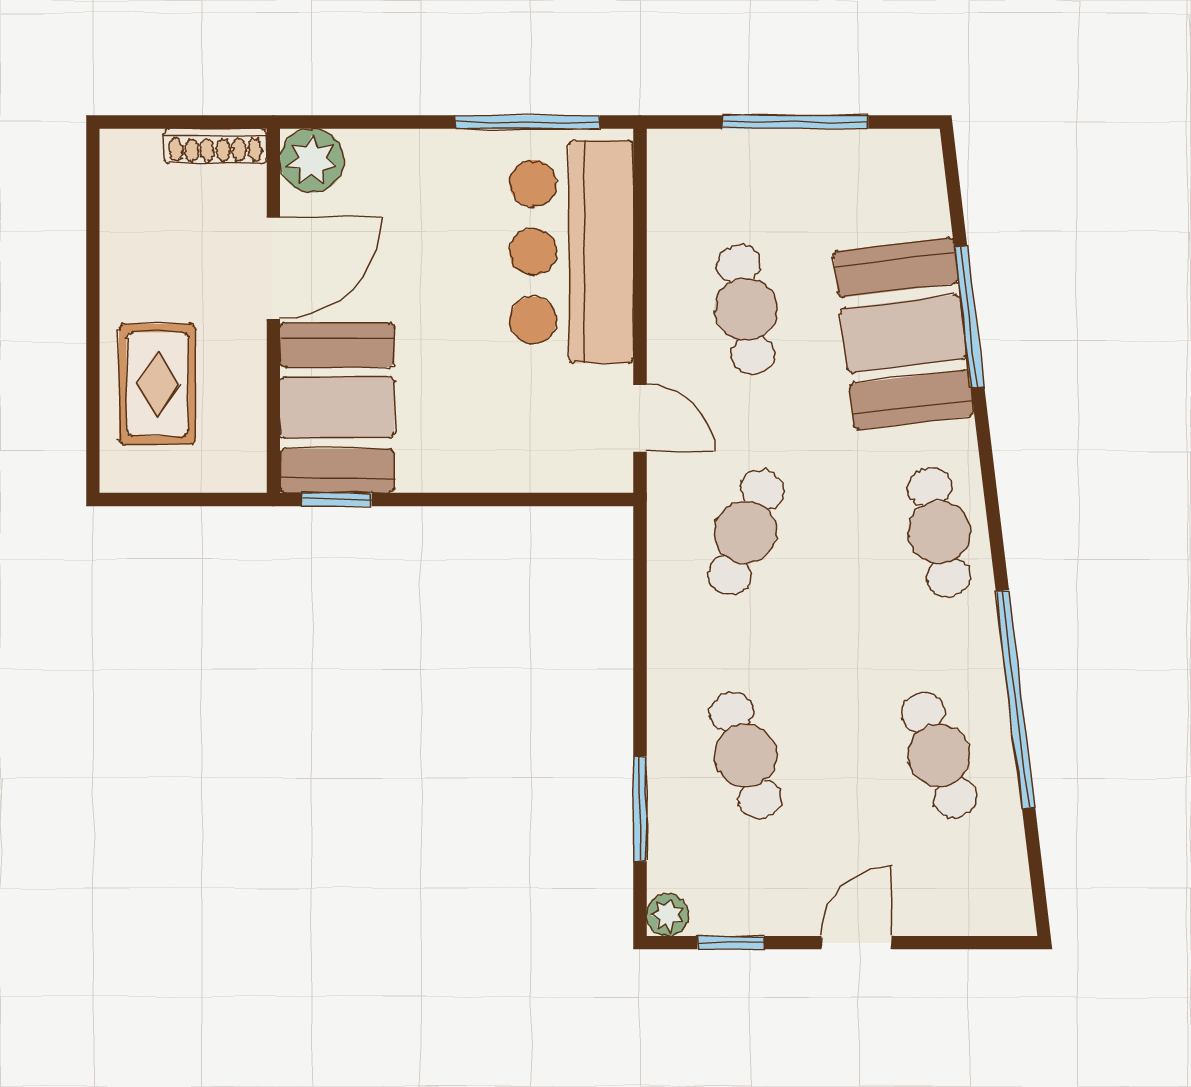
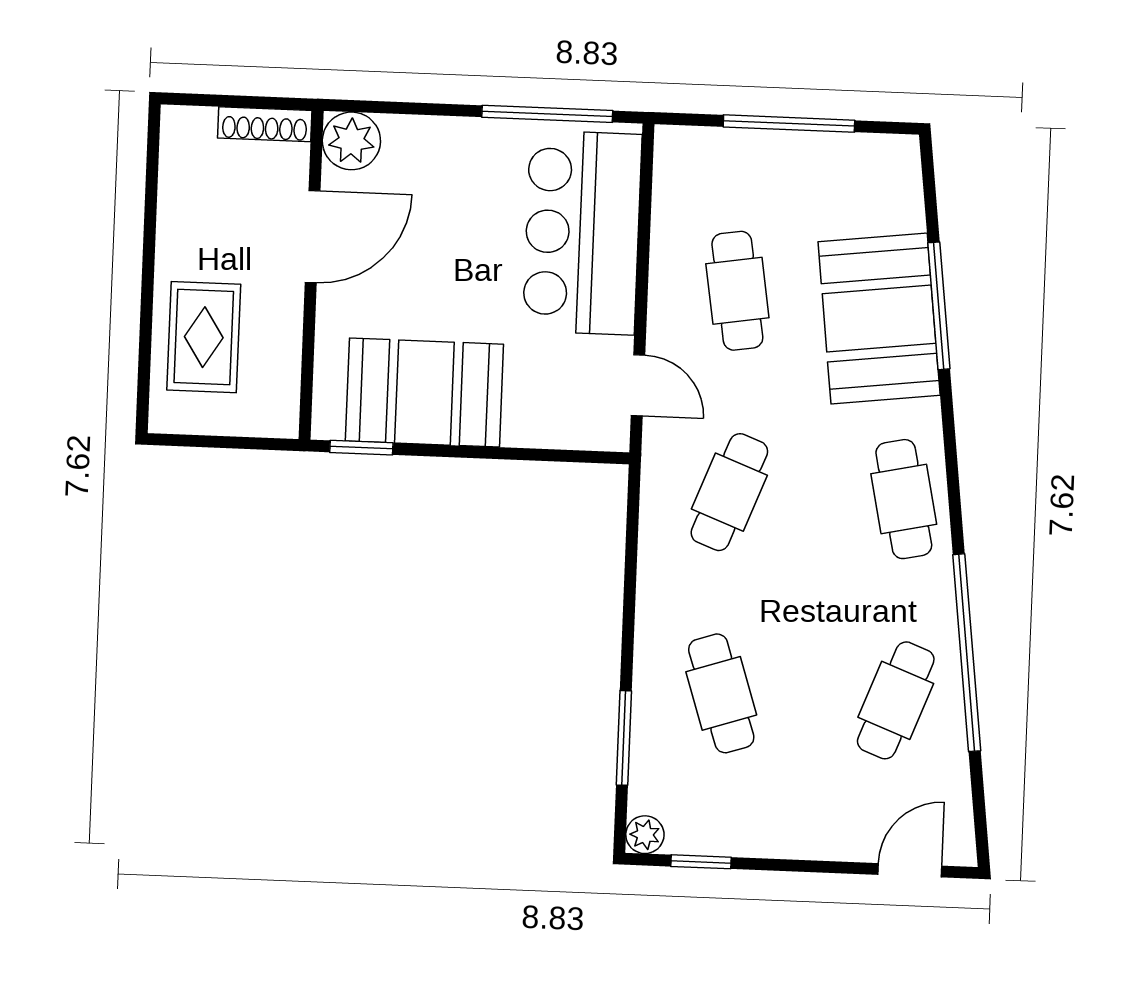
booth: (337, 408) -> (424, 393), moved, turned 90
cafe table: (939, 755) -> (896, 700), turned 42
door: (857, 943) -> (910, 870), moved

